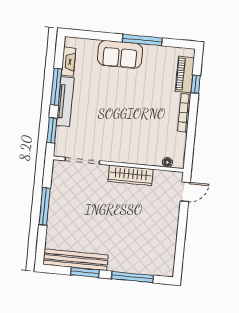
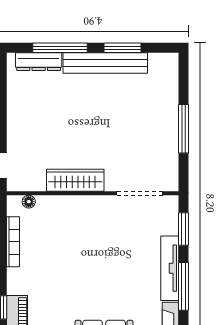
bookcase: (184, 113) -> (13, 242), moved
bench: (75, 260) -> (105, 63), moved
dresser: (150, 268) -> (39, 62), added

